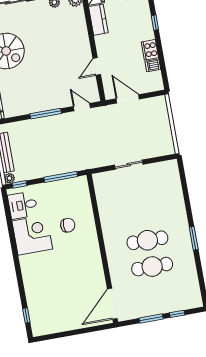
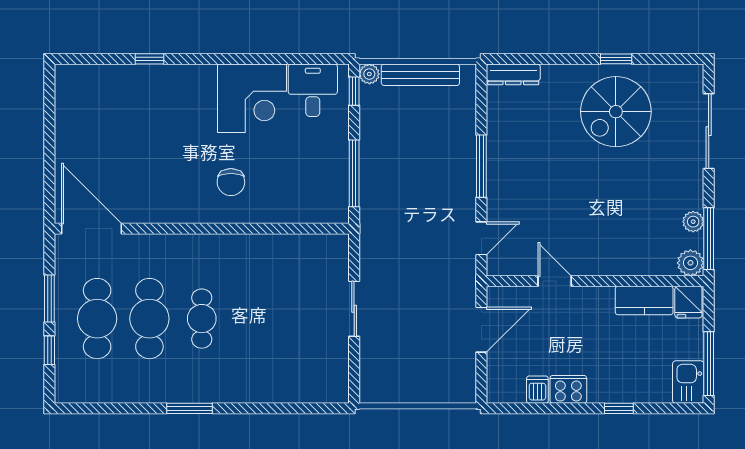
chair: (68, 225) -> (231, 182), moved
cafe table: (147, 240) -> (202, 319), width x0.73, depth x0.74
cafe table: (157, 293) -> (97, 319), added
window: (26, 315) -> (149, 59), moved

